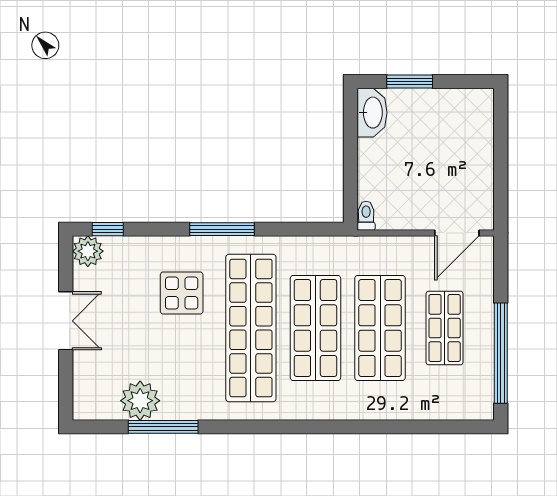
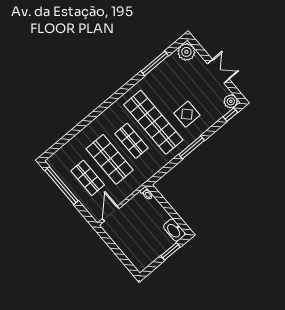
double door: (66, 321) -> (218, 71), swing flipped
shop shelf: (315, 328) -> (131, 141), width x0.70, depth x0.74
plant: (140, 401) -> (186, 52), moved

